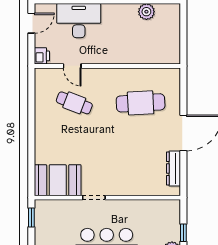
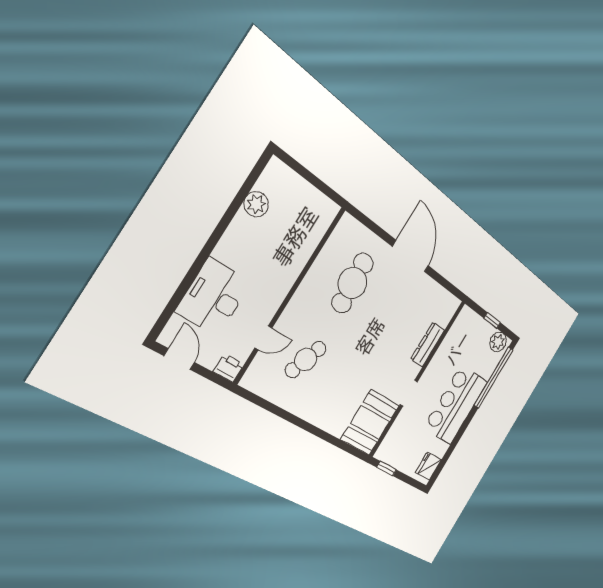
dresser: (174, 168) -> (428, 345), moved, turned 90

